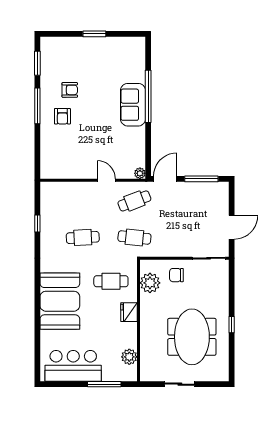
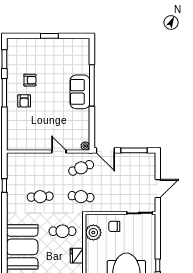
door: (165, 179) -> (105, 150), swing flipped

